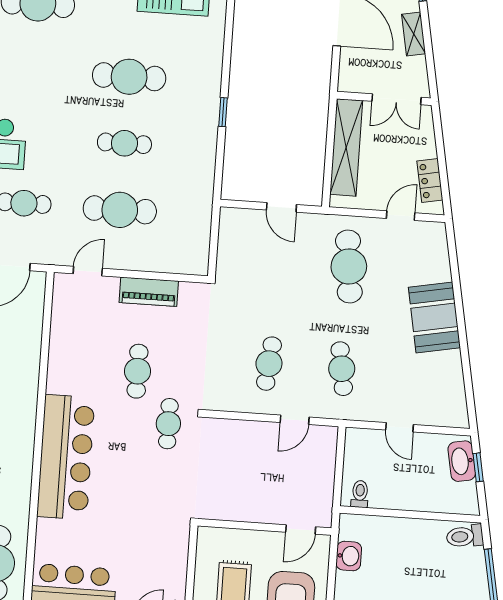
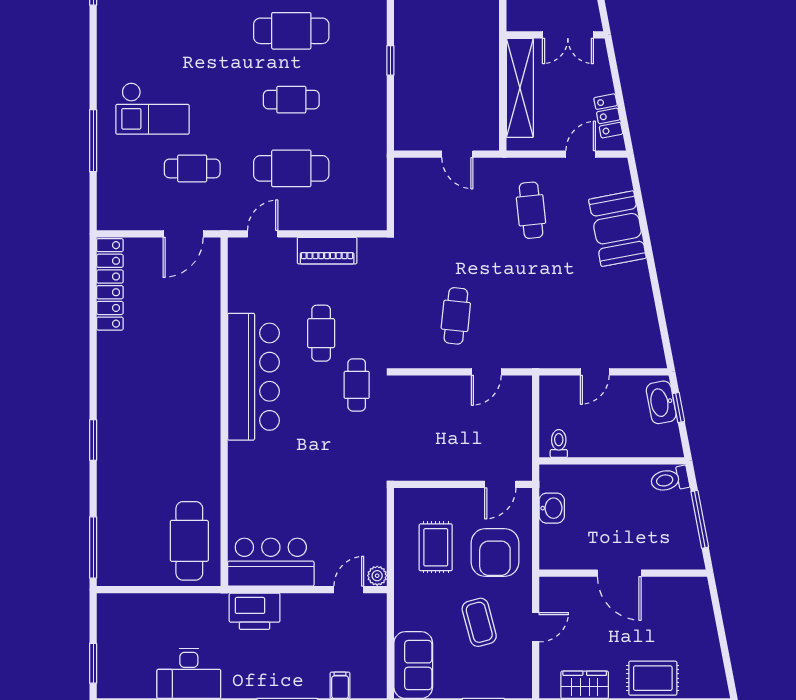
cafe table: (349, 266) -> (531, 210), width x0.73, depth x0.74
booth: (434, 317) -> (617, 229), moved
cafe table: (342, 369) -> (531, 316), removed
door: (399, 427) -> (595, 372), hinge flipped
bar counter: (66, 457) -> (253, 377), moved

